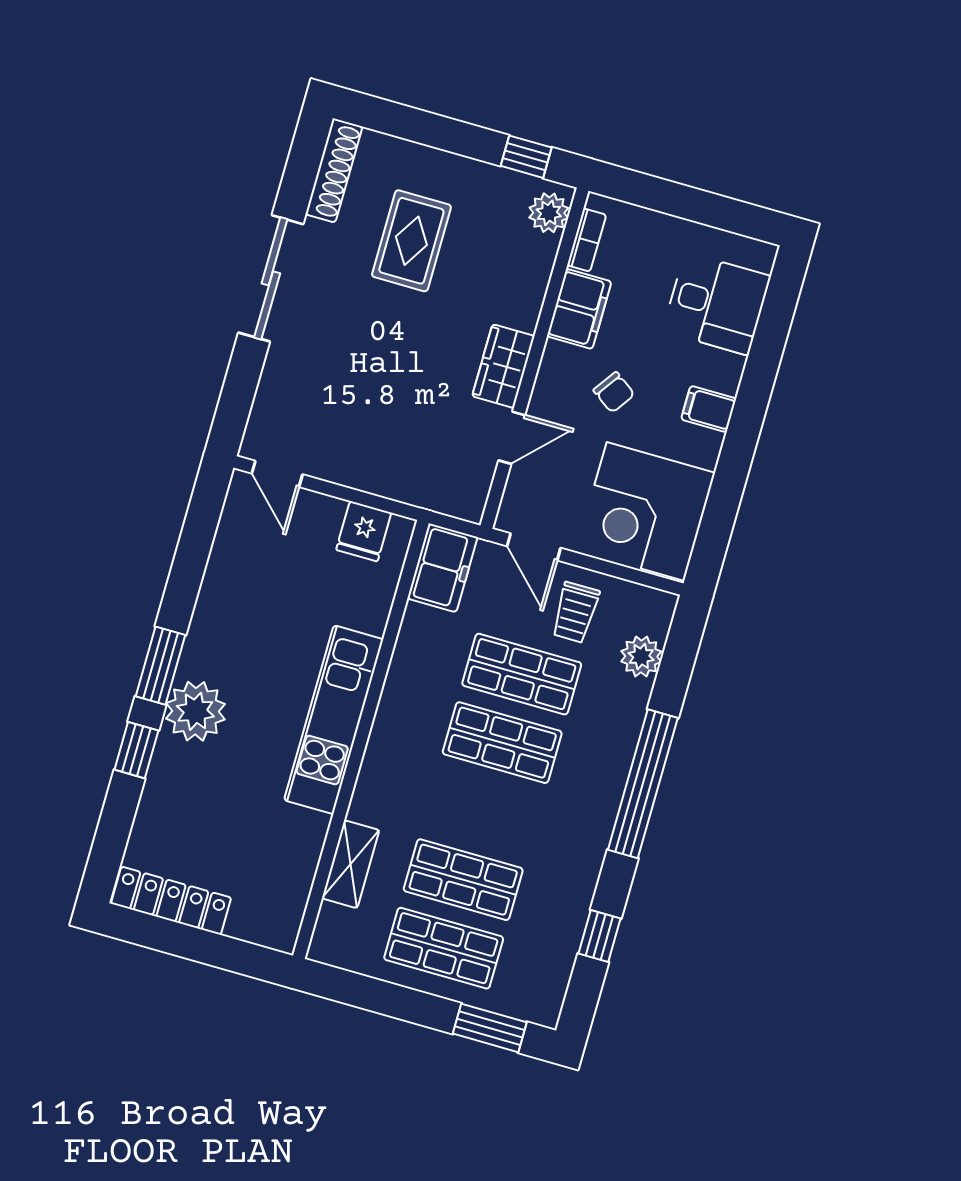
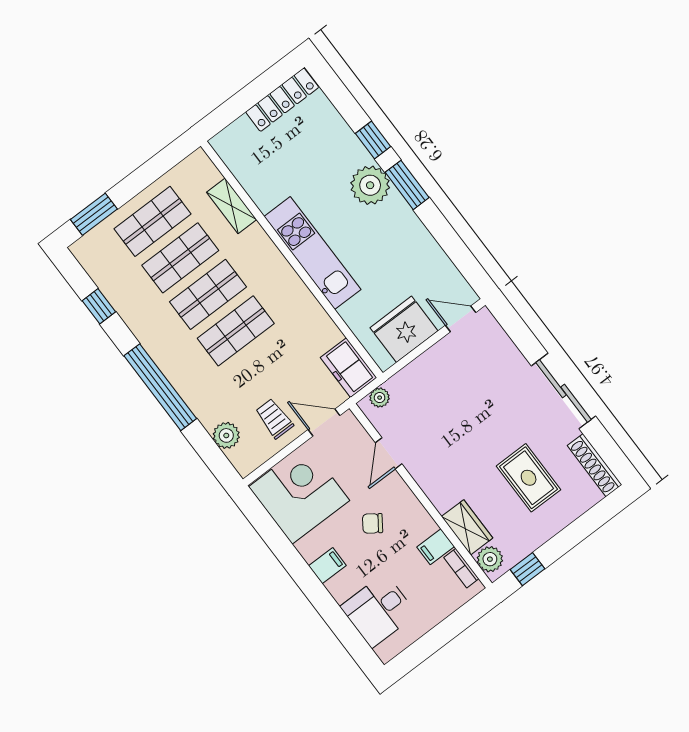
filing cabinet: (579, 309) -> (436, 547), width x0.50
wardrobe: (503, 366) -> (467, 527), moved
plant: (451, 501) -> (380, 398), added
fridge: (364, 531) -> (404, 329), width x1.88, depth x1.34
shop shelf: (522, 674) -> (208, 294), moved

